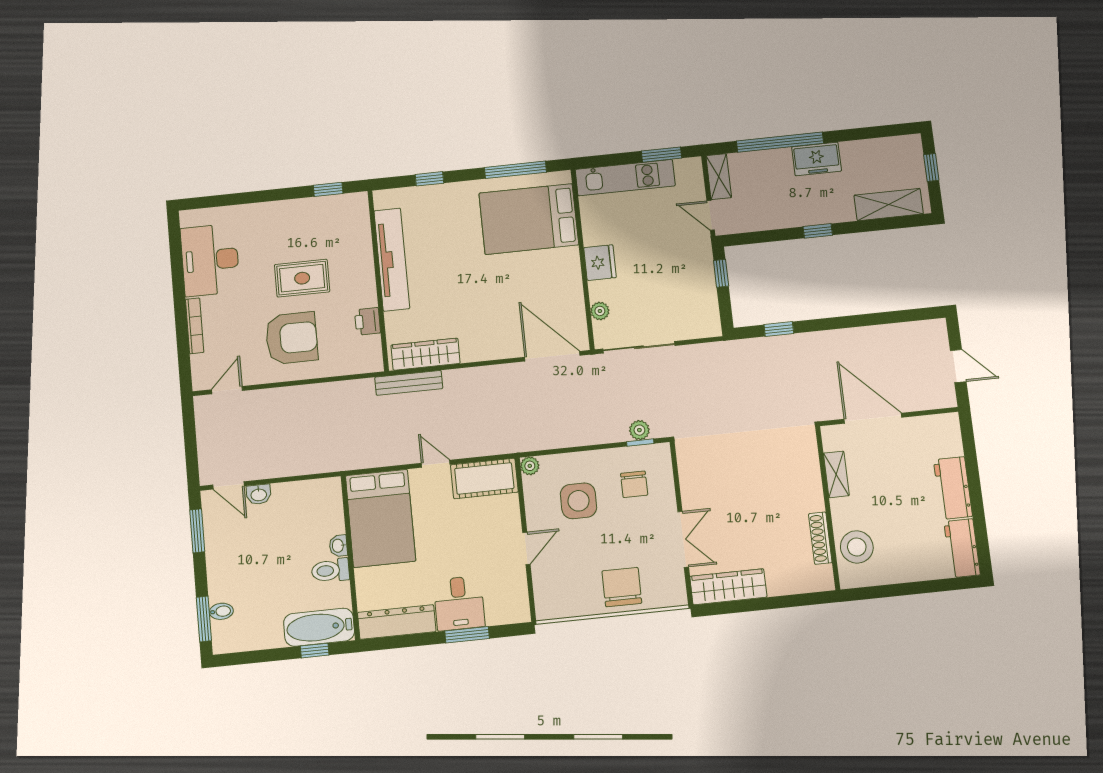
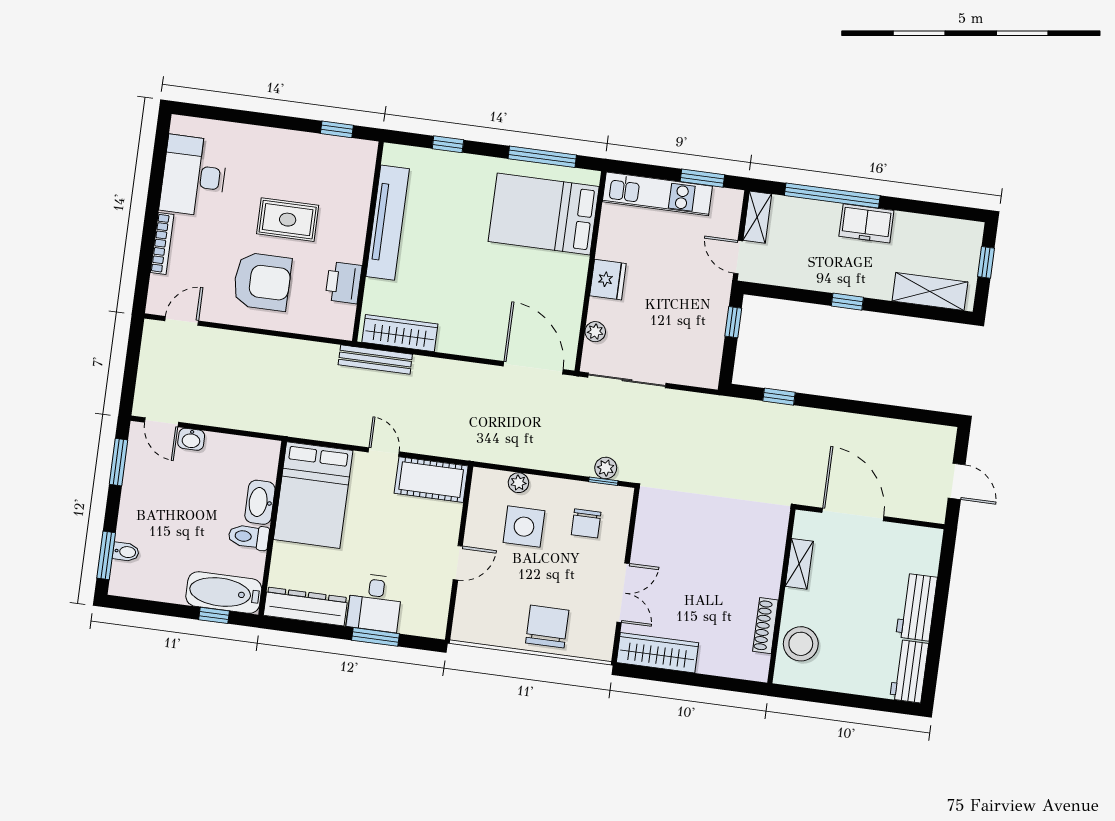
printer: (367, 321) -> (344, 283), width x1.36, depth x1.24
plant: (530, 466) -> (518, 483), moved
washbasin: (338, 546) -> (260, 502), width x1.91, depth x1.45

